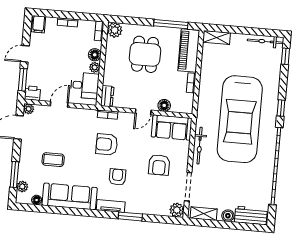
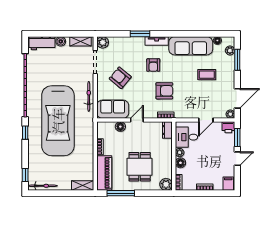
car: (240, 119) -> (58, 121), turned 180
armchair: (159, 165) -> (120, 78), turned -50

